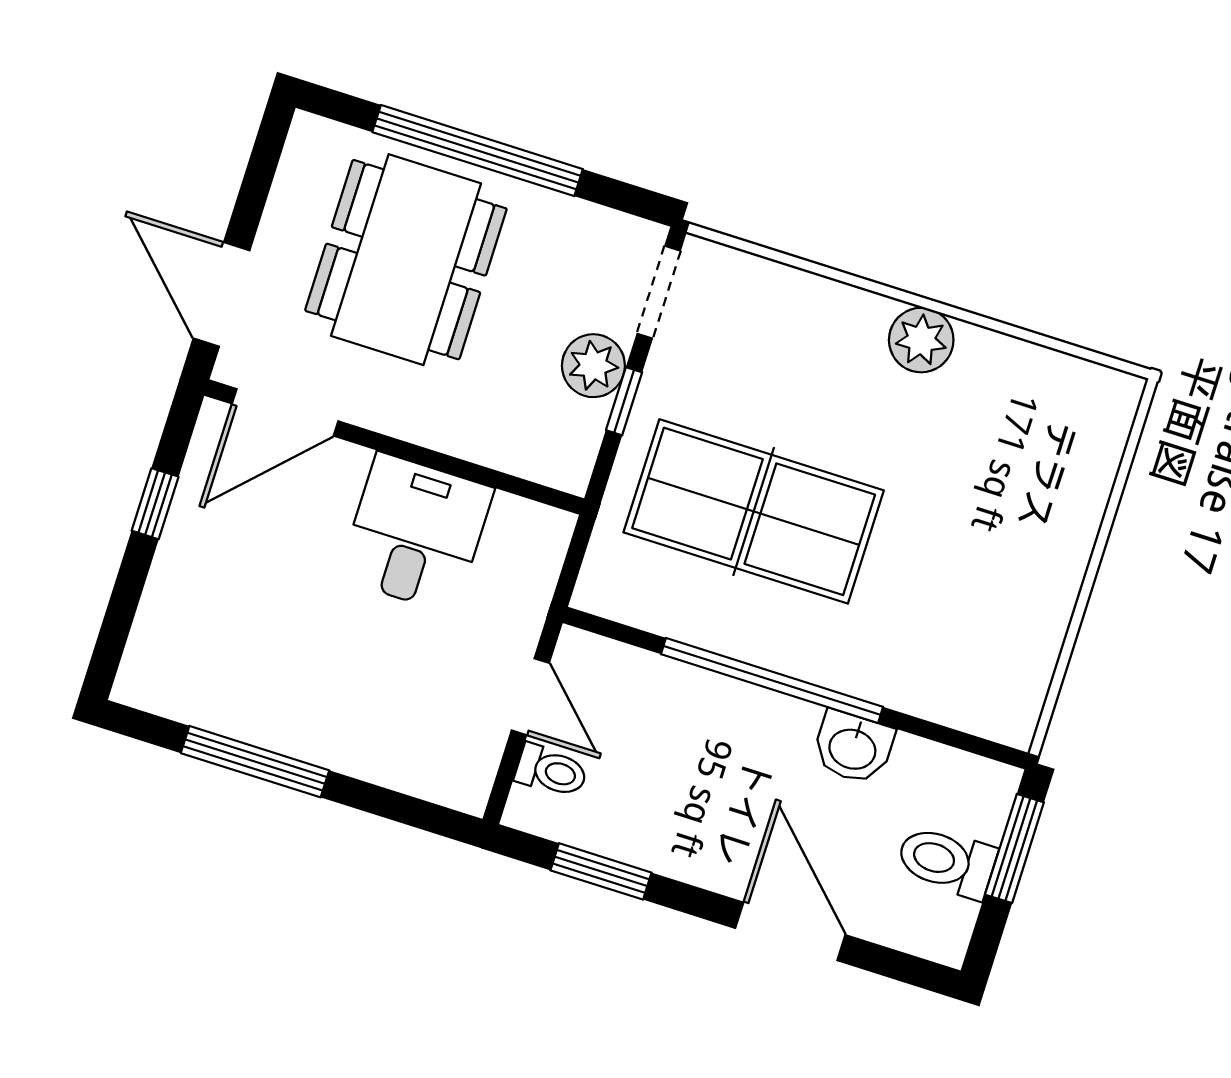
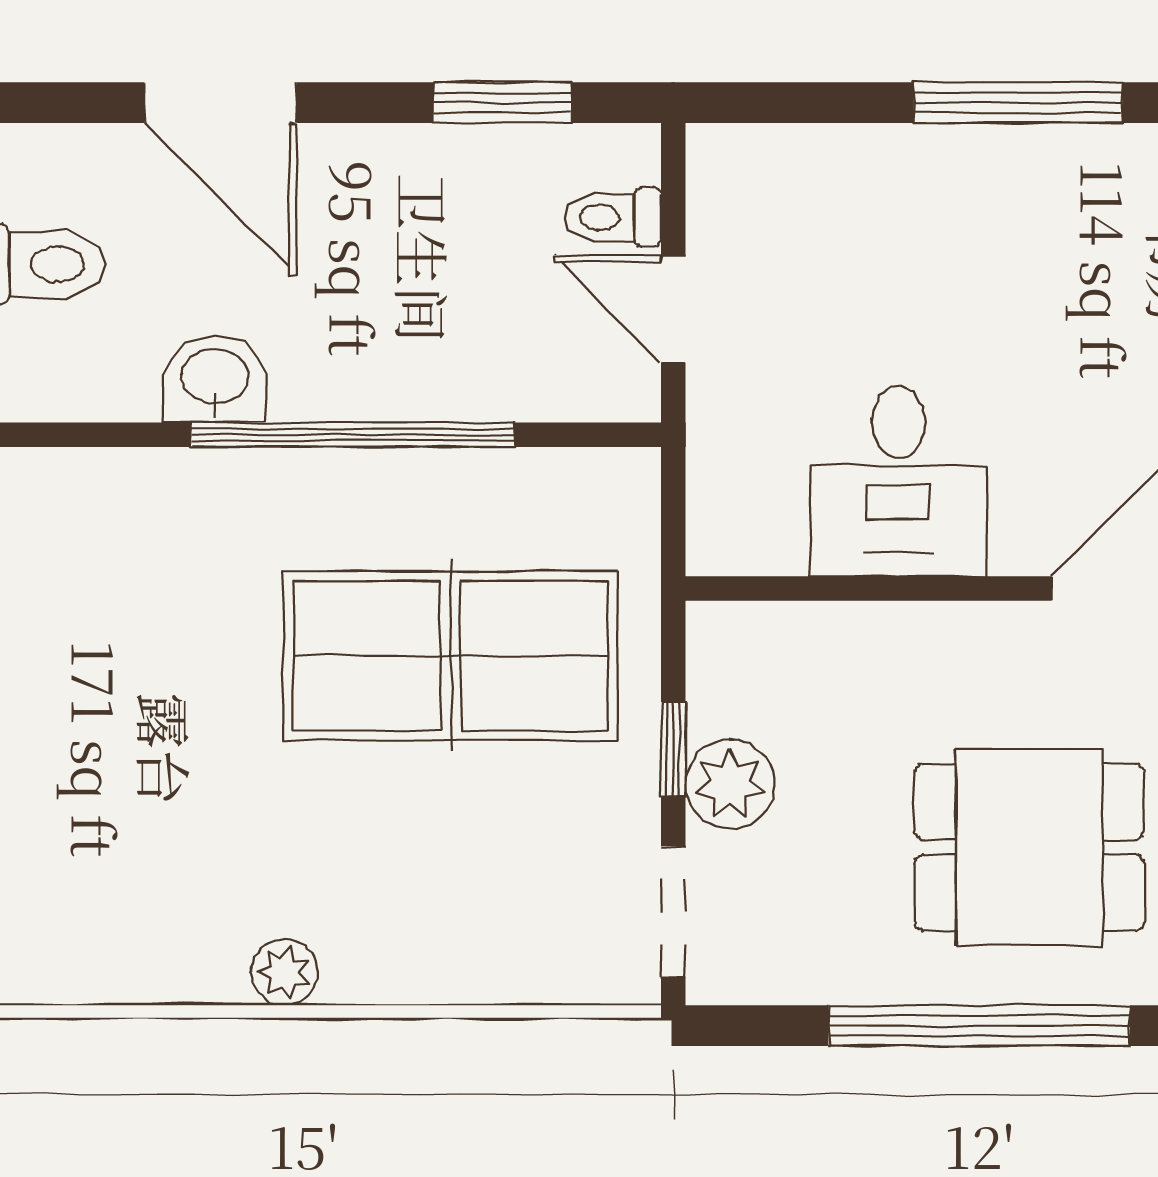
dining table: (406, 260) -> (1029, 847), width x0.73
plant: (921, 340) -> (285, 972), width x0.73, depth x0.73

